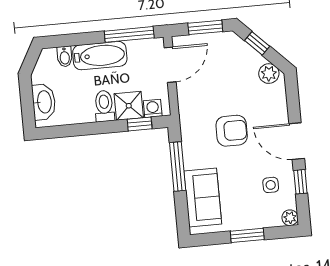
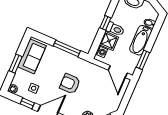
window: (205, 27) -> (126, 98), removed
window: (129, 34) -> (143, 60), width x0.69
window: (140, 124) -> (105, 23), moved
armchair: (232, 131) -> (70, 84), turned 90
sofa: (203, 197) -> (32, 56), moved, turned -90

